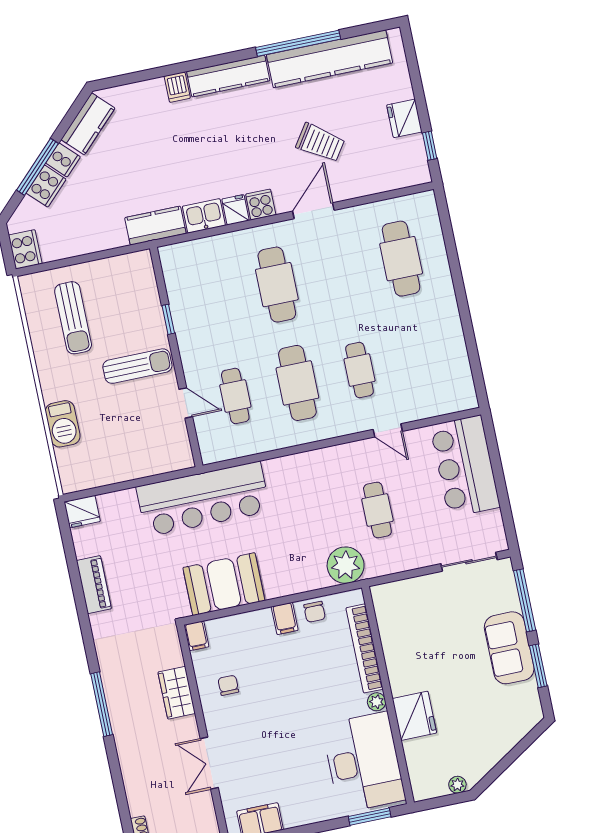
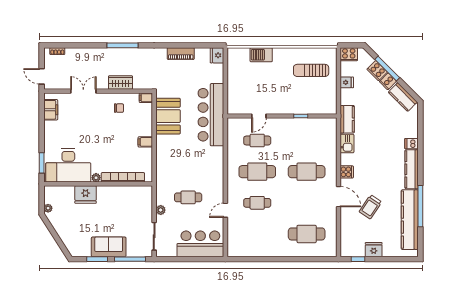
fridge: (235, 210) -> (347, 82), moved
sun lounger: (137, 366) -> (281, 96), removed
plant: (346, 565) -> (161, 210), moved, width x0.53, depth x0.53
chair: (315, 612) -> (146, 157), removed

